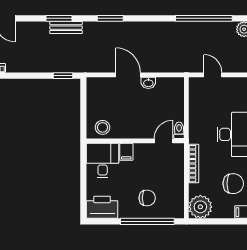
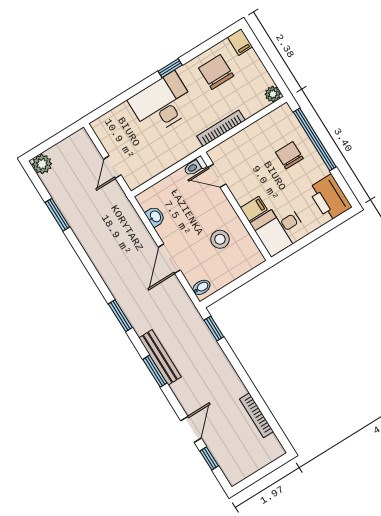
window: (204, 18) -> (57, 215), width x0.47
bench: (66, 28) -> (160, 357), width x1.36
washbasin: (148, 83) -> (155, 217), moved
bidet: (96, 84) -> (201, 287), added
stool: (103, 127) -> (220, 239), moved
plant: (200, 207) -> (273, 94), width x0.53, depth x0.53

